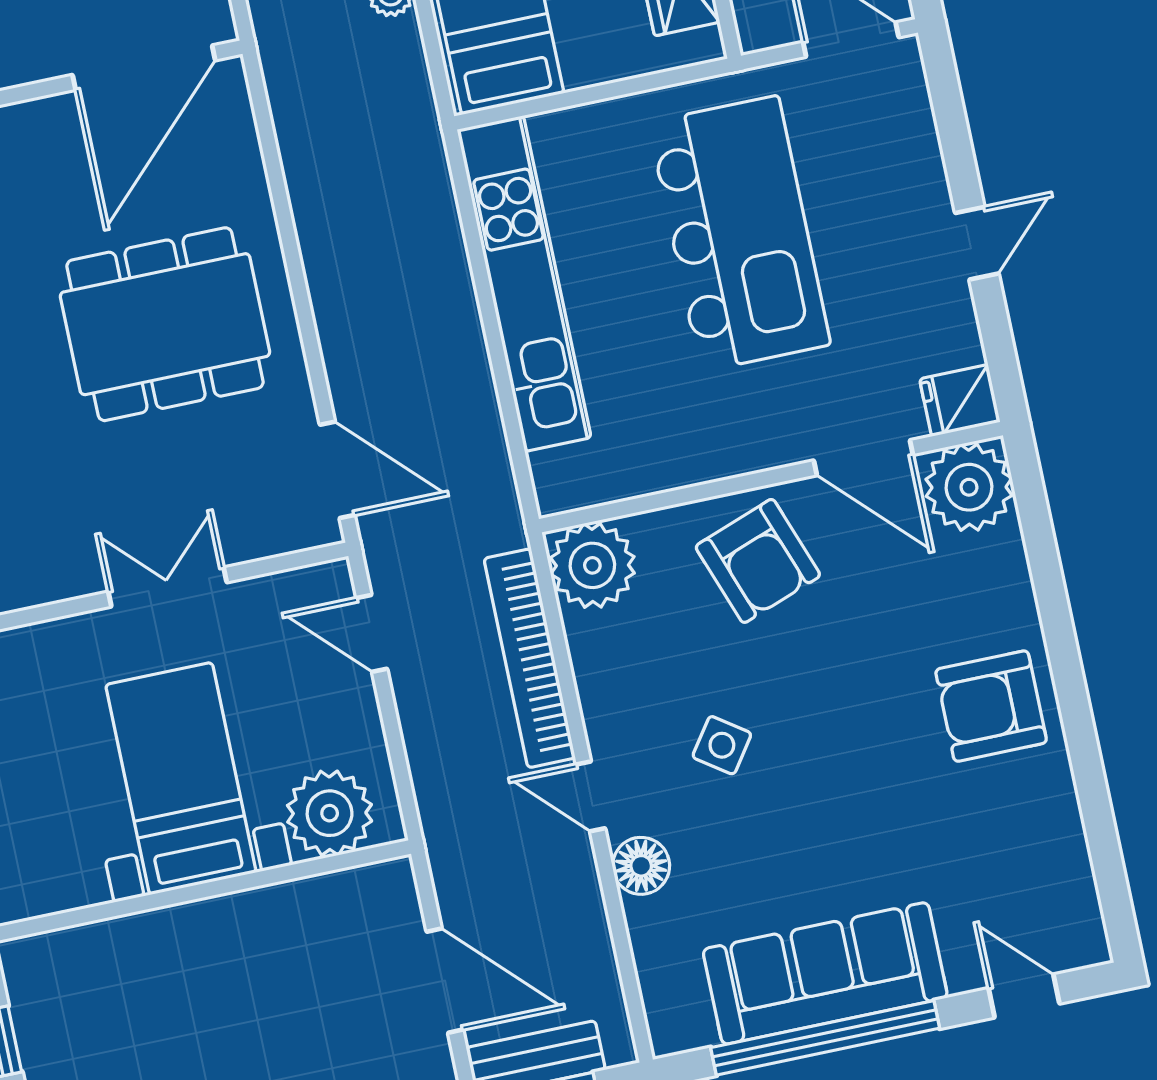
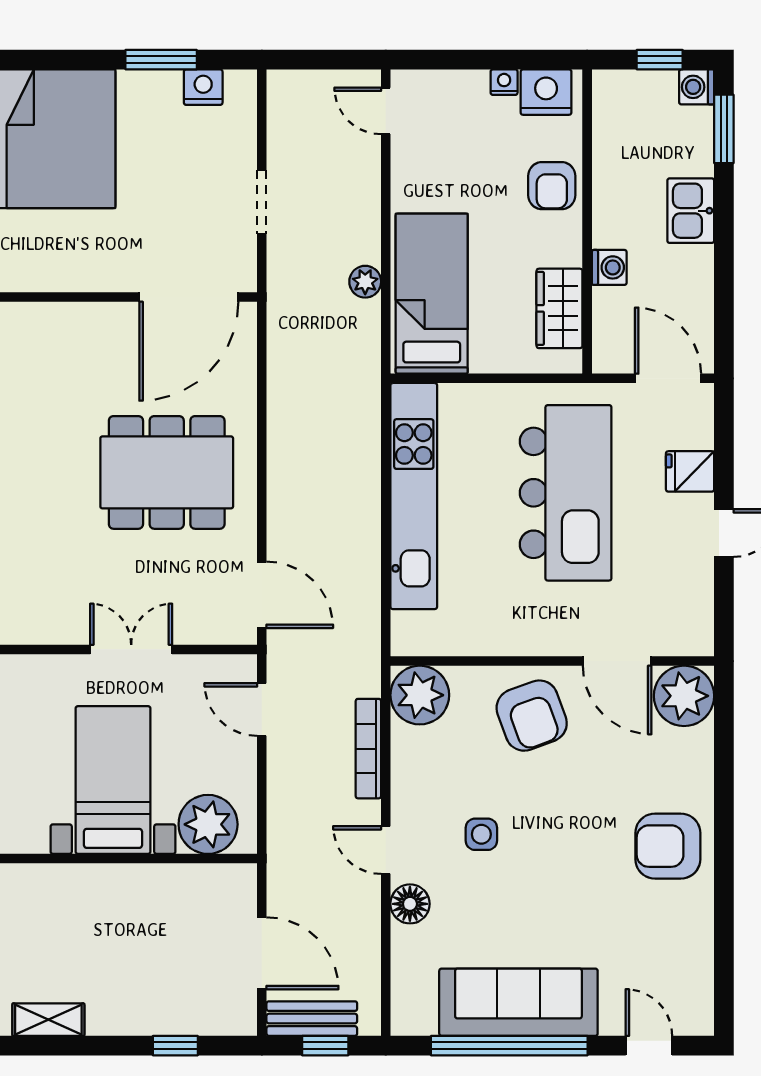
fridge: (960, 400) -> (690, 471), moved
bookcase: (530, 658) -> (368, 749), width x0.68, depth x0.76
side table: (722, 745) -> (481, 834), turned -35

